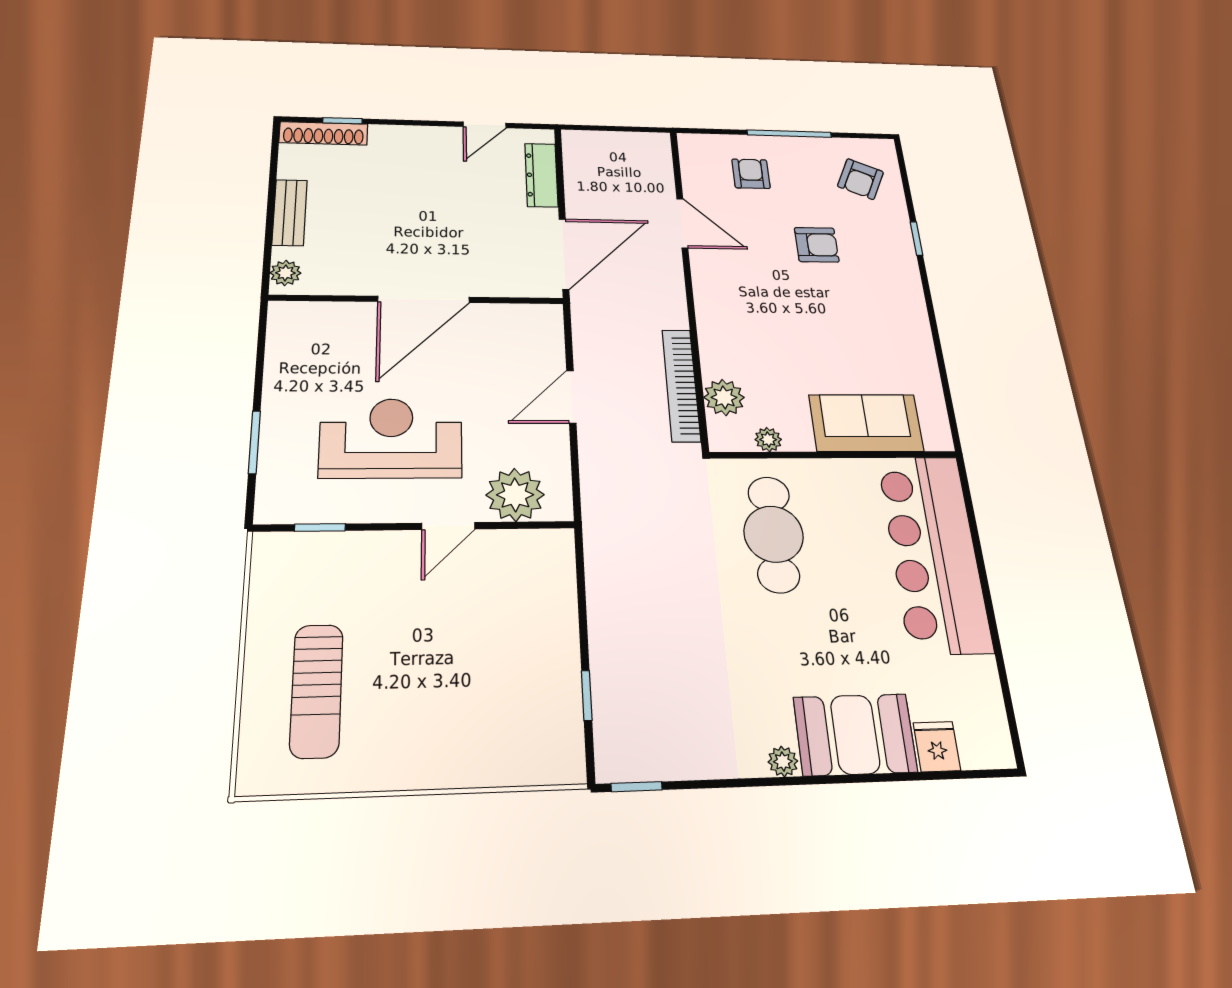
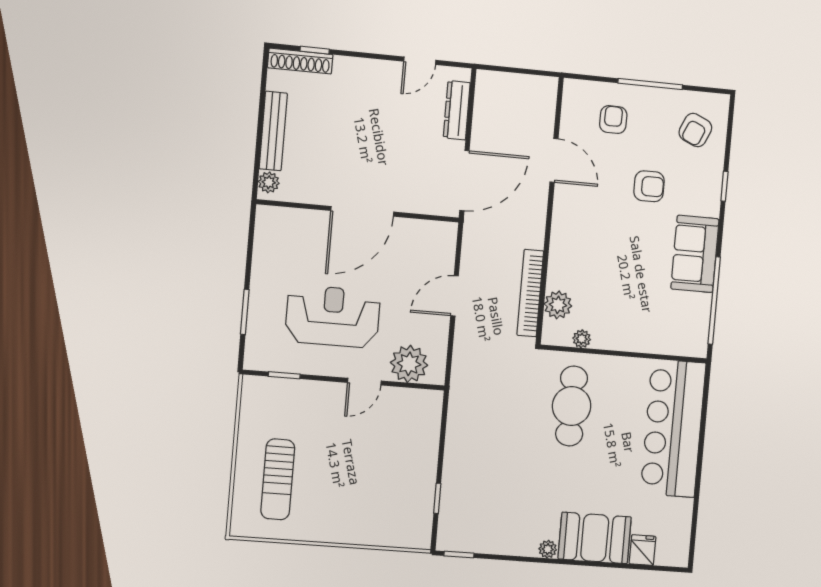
bench: (290, 212) -> (273, 131), width x1.36
window: (944, 375) -> (714, 301), added
sofa: (866, 423) -> (695, 254), moved, turned -90

